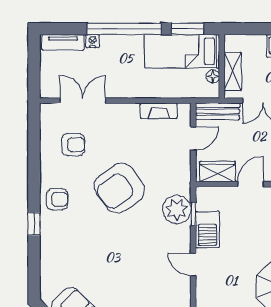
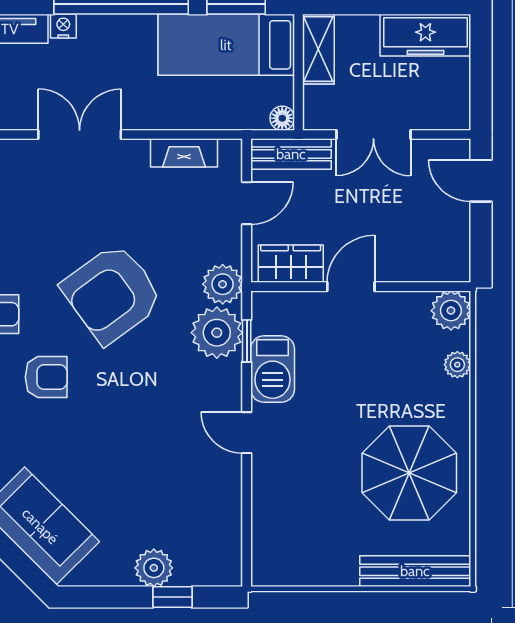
shelving: (233, 71) -> (318, 49), moved
floor lamp: (213, 76) -> (282, 118), moved
double door: (83, 101) -> (80, 134), moved
armchair: (73, 145) -> (46, 377), moved
plant: (180, 183) -> (223, 284), added

